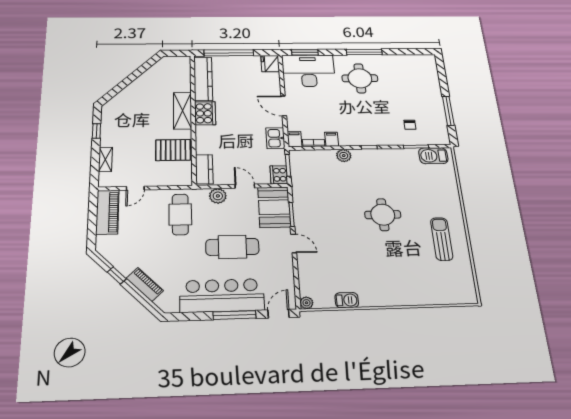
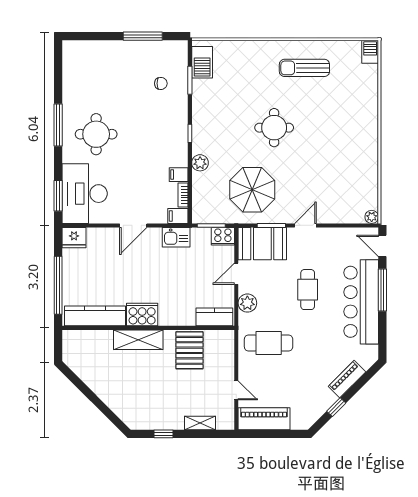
parasol: (324, 198) -> (252, 190), added
cafe table: (232, 247) -> (308, 290), width x0.73, depth x0.74
barbecue: (347, 300) -> (370, 52), moved

